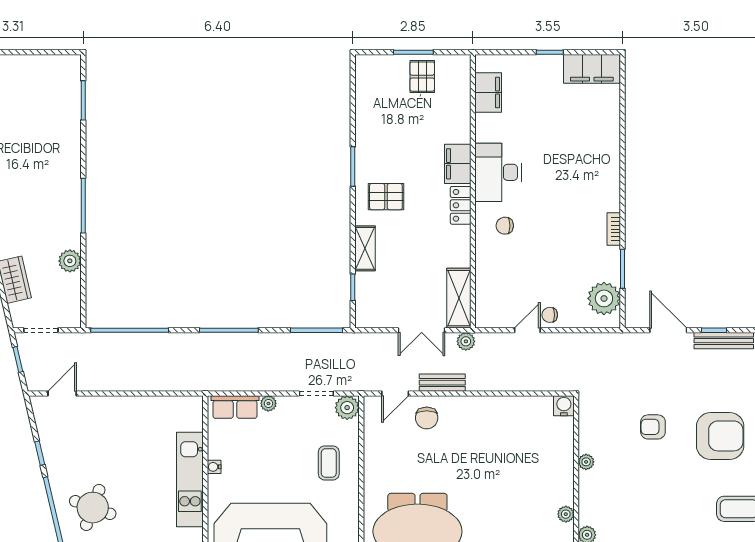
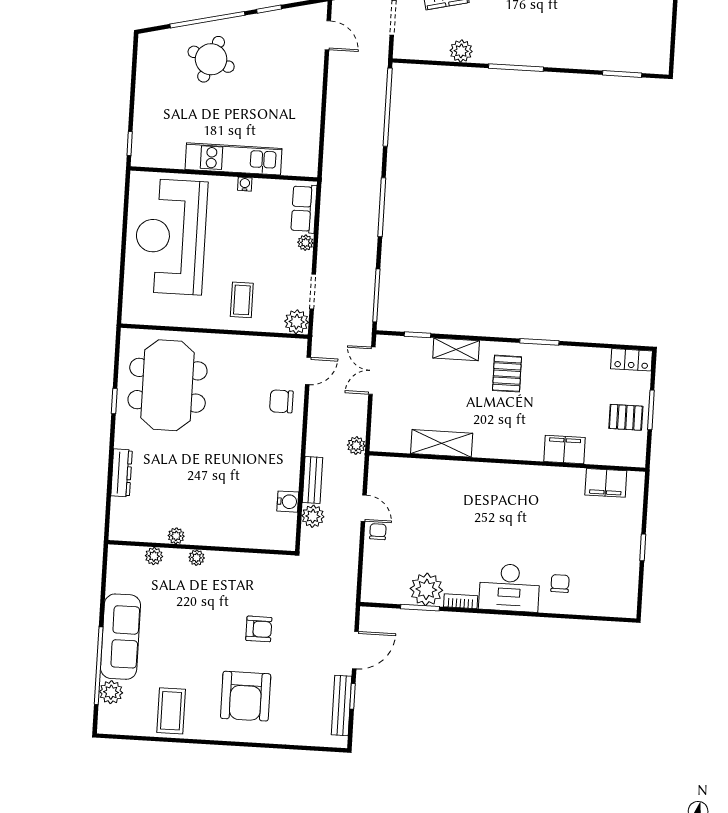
filing cabinet: (592, 69) -> (623, 589), removed
filing cabinet: (458, 164) -> (564, 450), moved
desk: (498, 172) -> (509, 588), moved, turned 180
locker: (461, 205) -> (631, 360), moved, turned 180
chair: (505, 226) -> (560, 584), moved
shelving: (459, 298) -> (442, 443), moved
plant: (604, 298) -> (426, 589), moved
double door: (422, 330) -> (372, 371), moved
plant: (538, 380) -> (313, 516), added
bench: (442, 383) -> (312, 480), moved
door: (395, 393) -> (308, 371), swing flipped
water cooler: (564, 406) -> (288, 502), moved
armchair: (653, 427) -> (259, 629), turned 90
plant: (586, 462) -> (197, 558), moved
coffee table: (329, 463) -> (242, 300), turned 90

